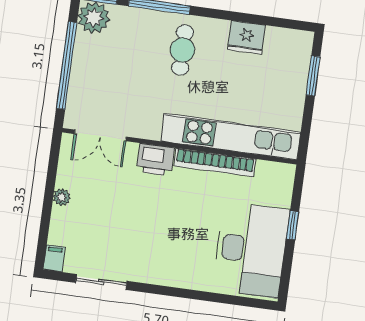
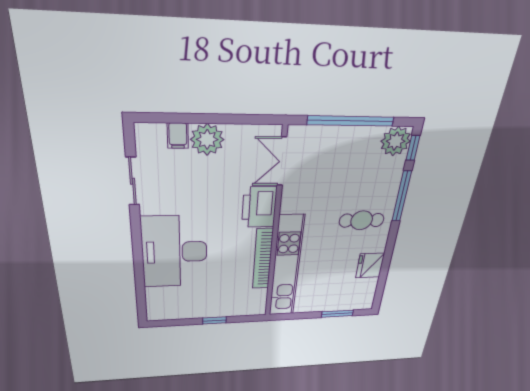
printer: (155, 160) -> (259, 207), width x1.37, depth x1.19
plant: (62, 197) -> (207, 139), width x1.88, depth x1.88
desk: (251, 250) -> (175, 252), moved, turned 90
filing cabinet: (54, 258) -> (178, 136), moved, turned 90

